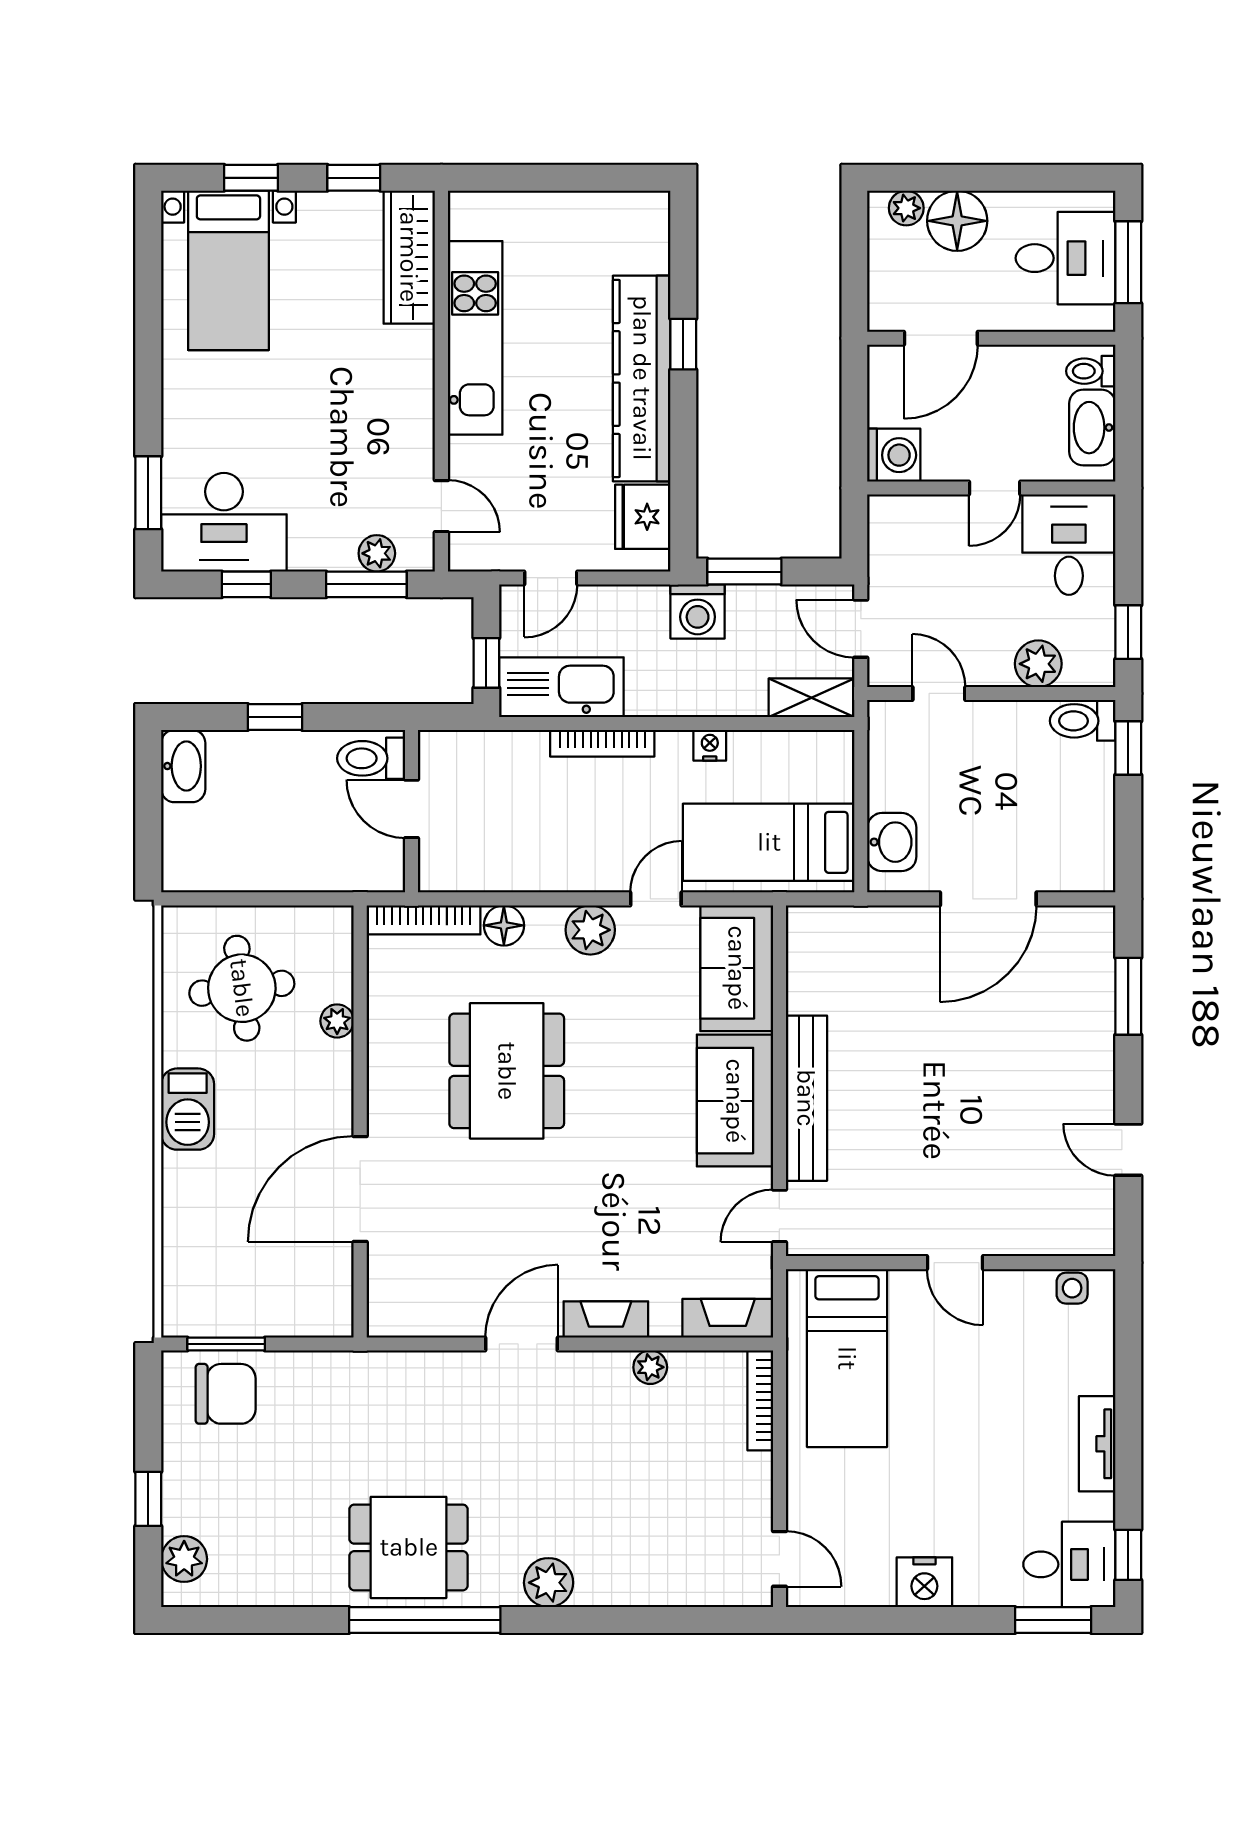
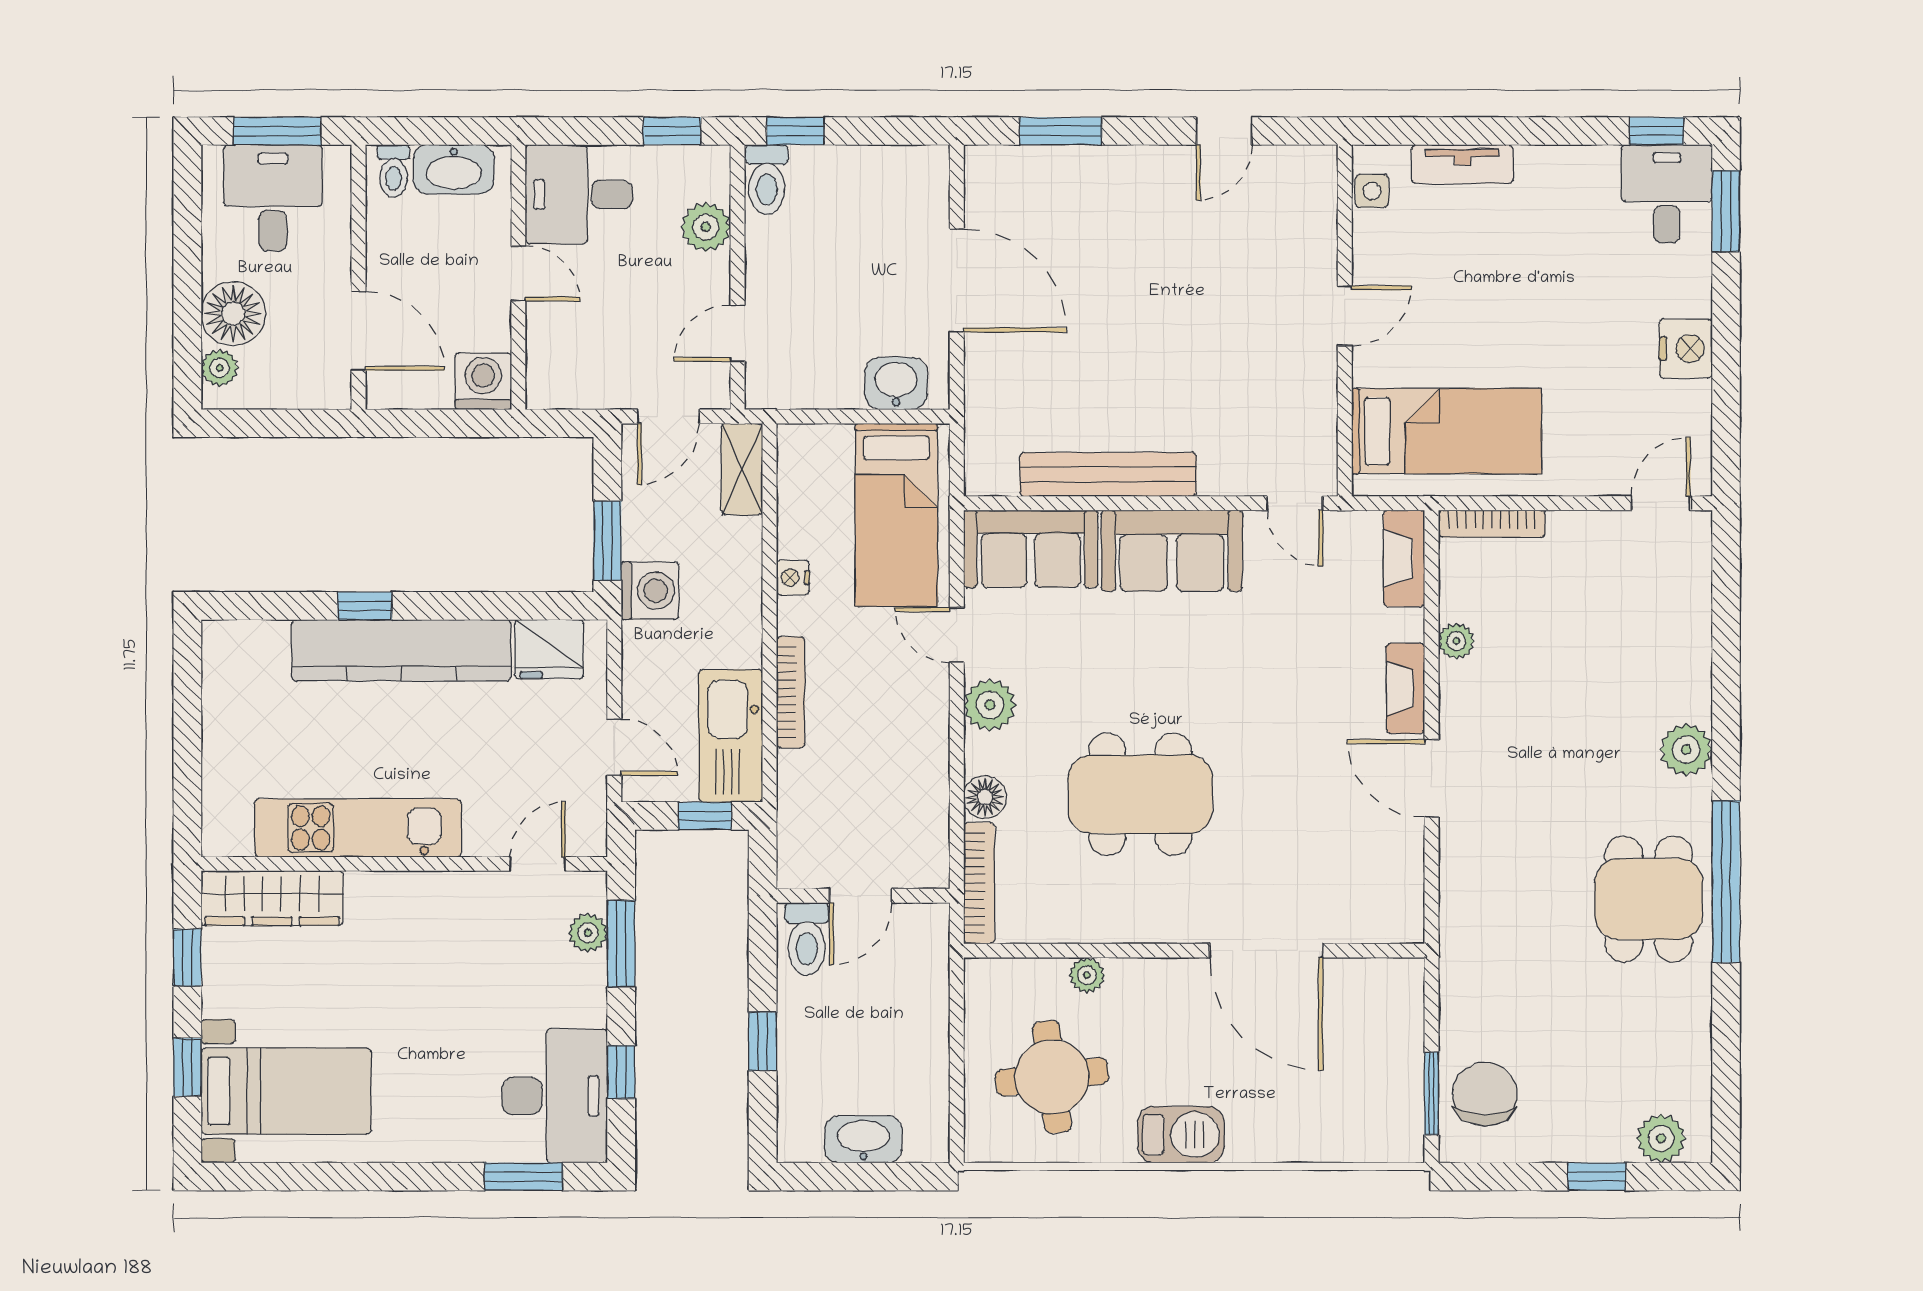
washbasin: (183, 766) -> (863, 1139), moved
bench: (806, 1098) -> (1108, 474), moved
tv unit: (1097, 1444) -> (1462, 164), moved

